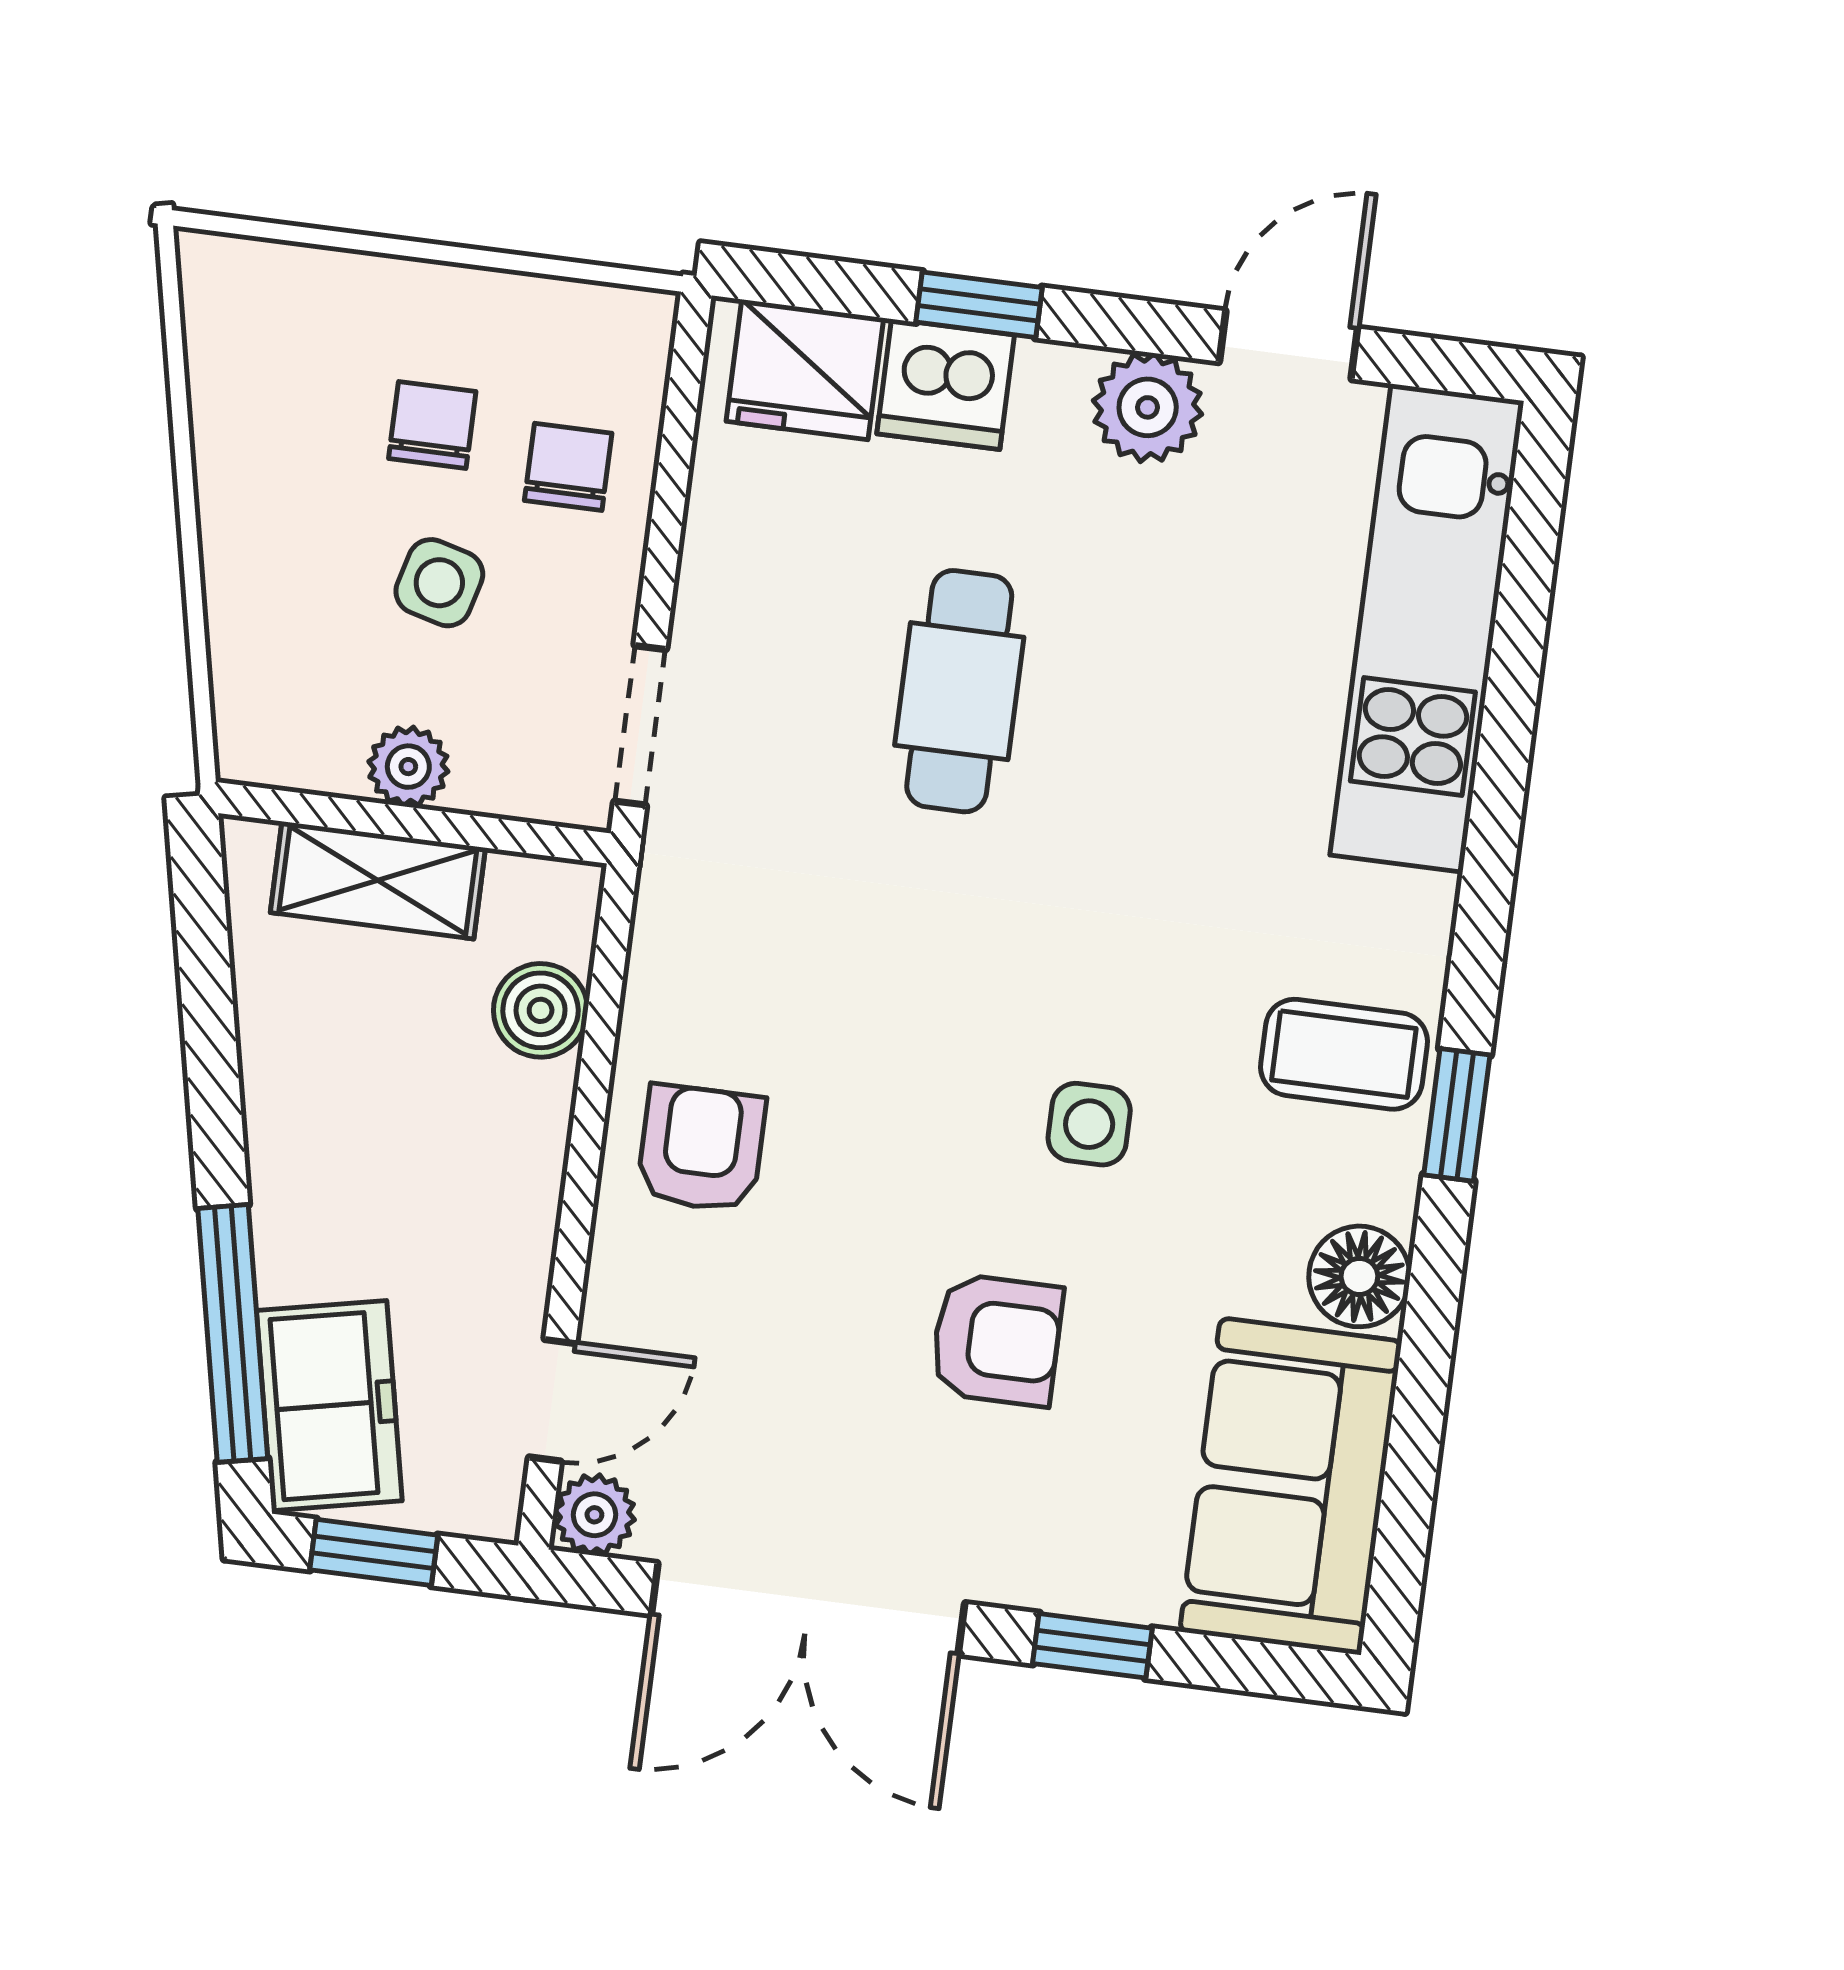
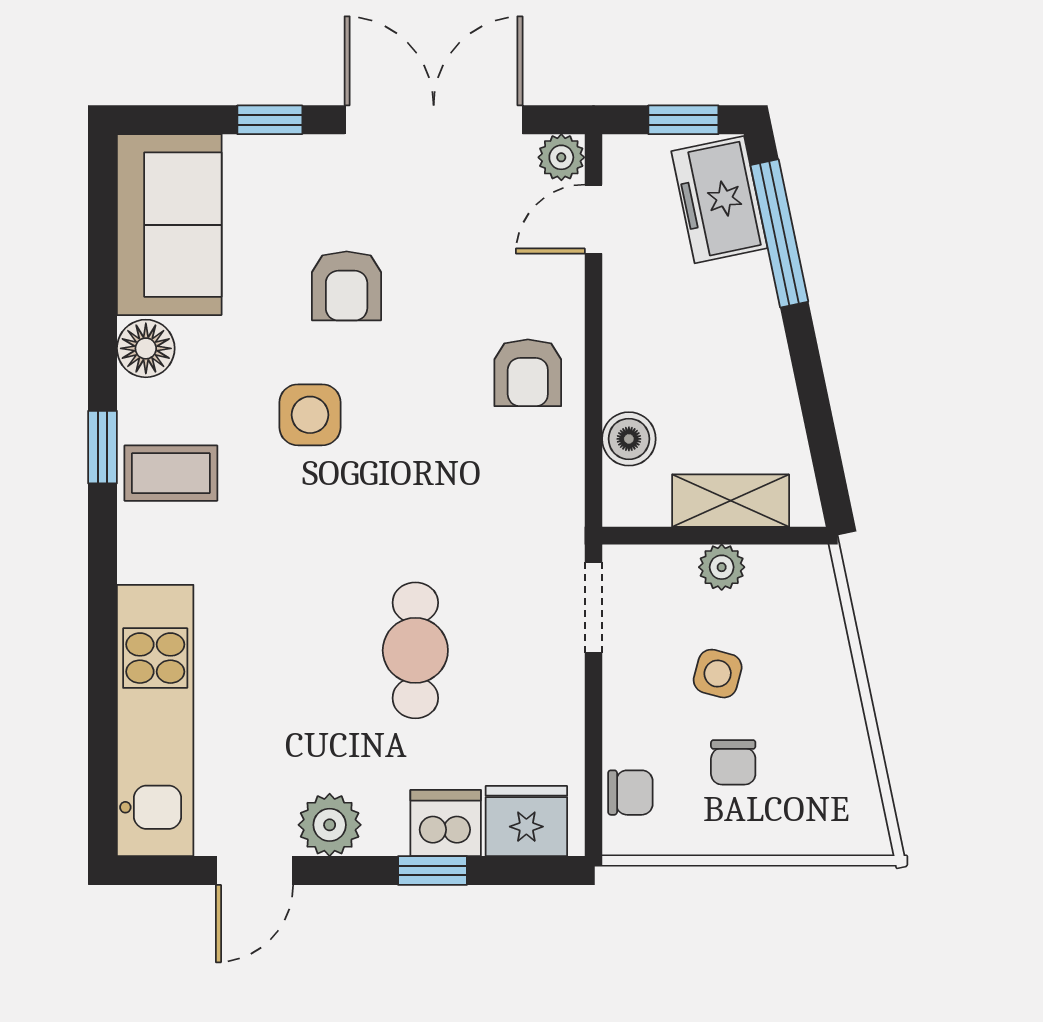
chair: (568, 467) -> (630, 793), moved, turned -90
side table: (1089, 1124) -> (310, 415), width x1.37, depth x1.37
armchair: (997, 1340) -> (347, 286), turned -90

